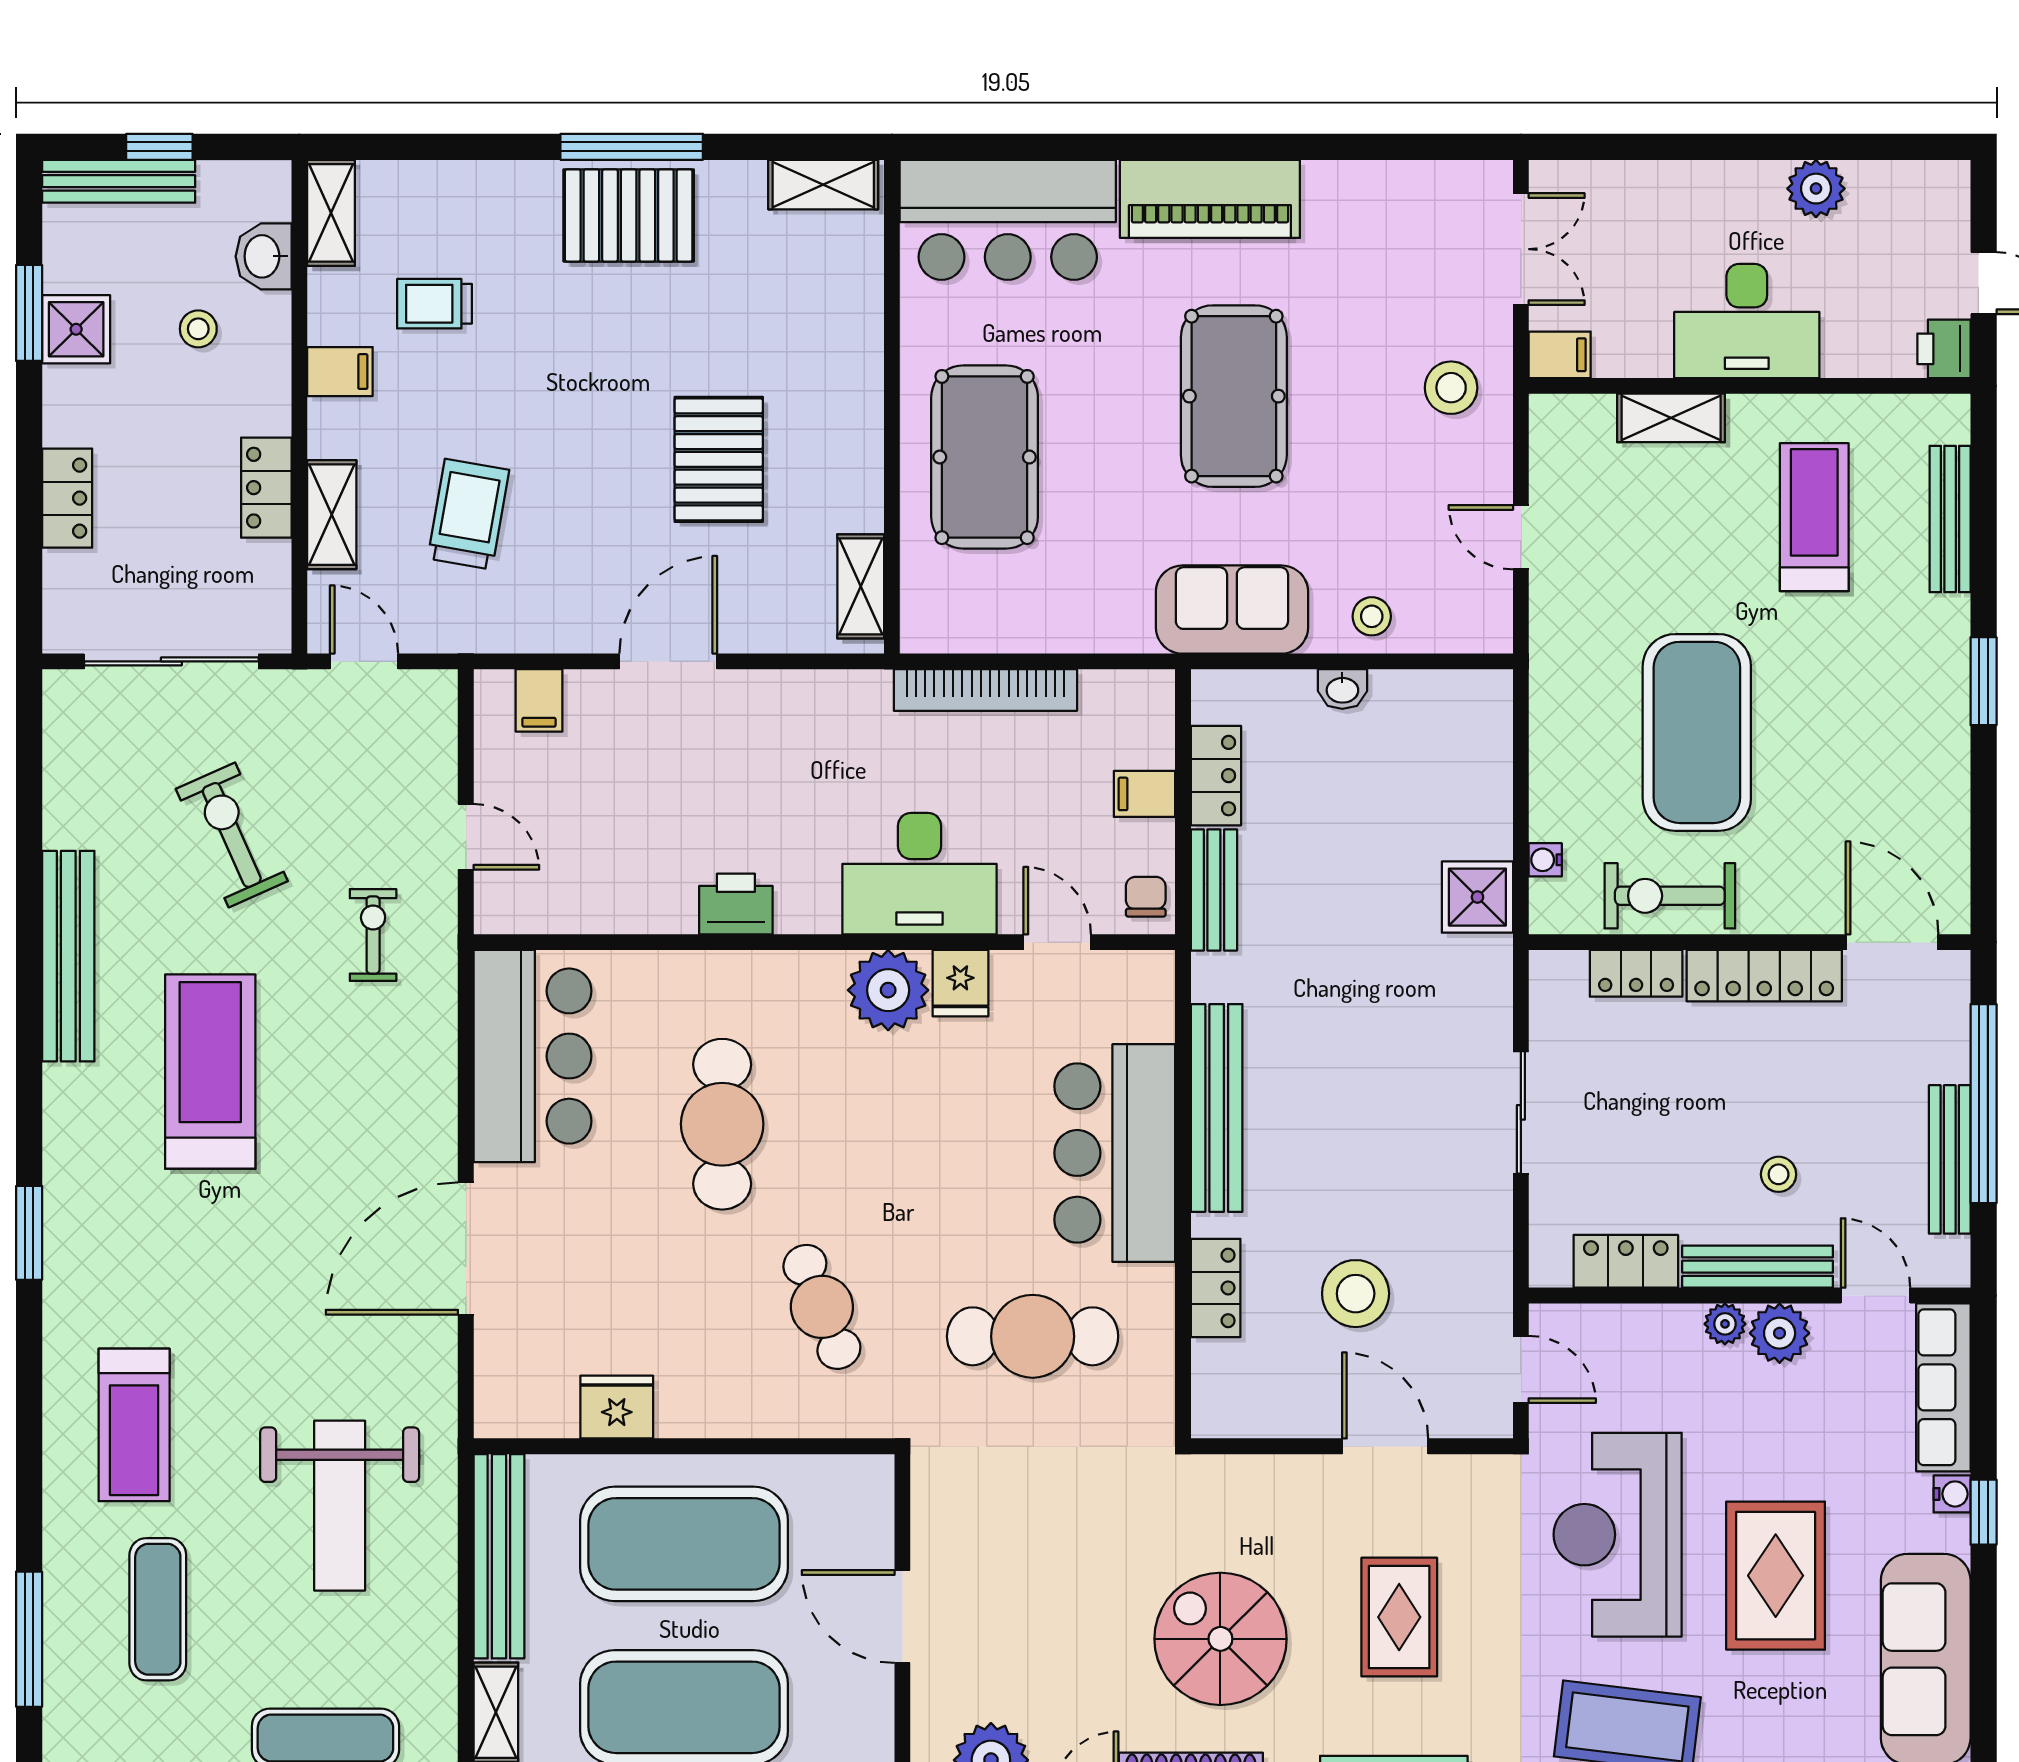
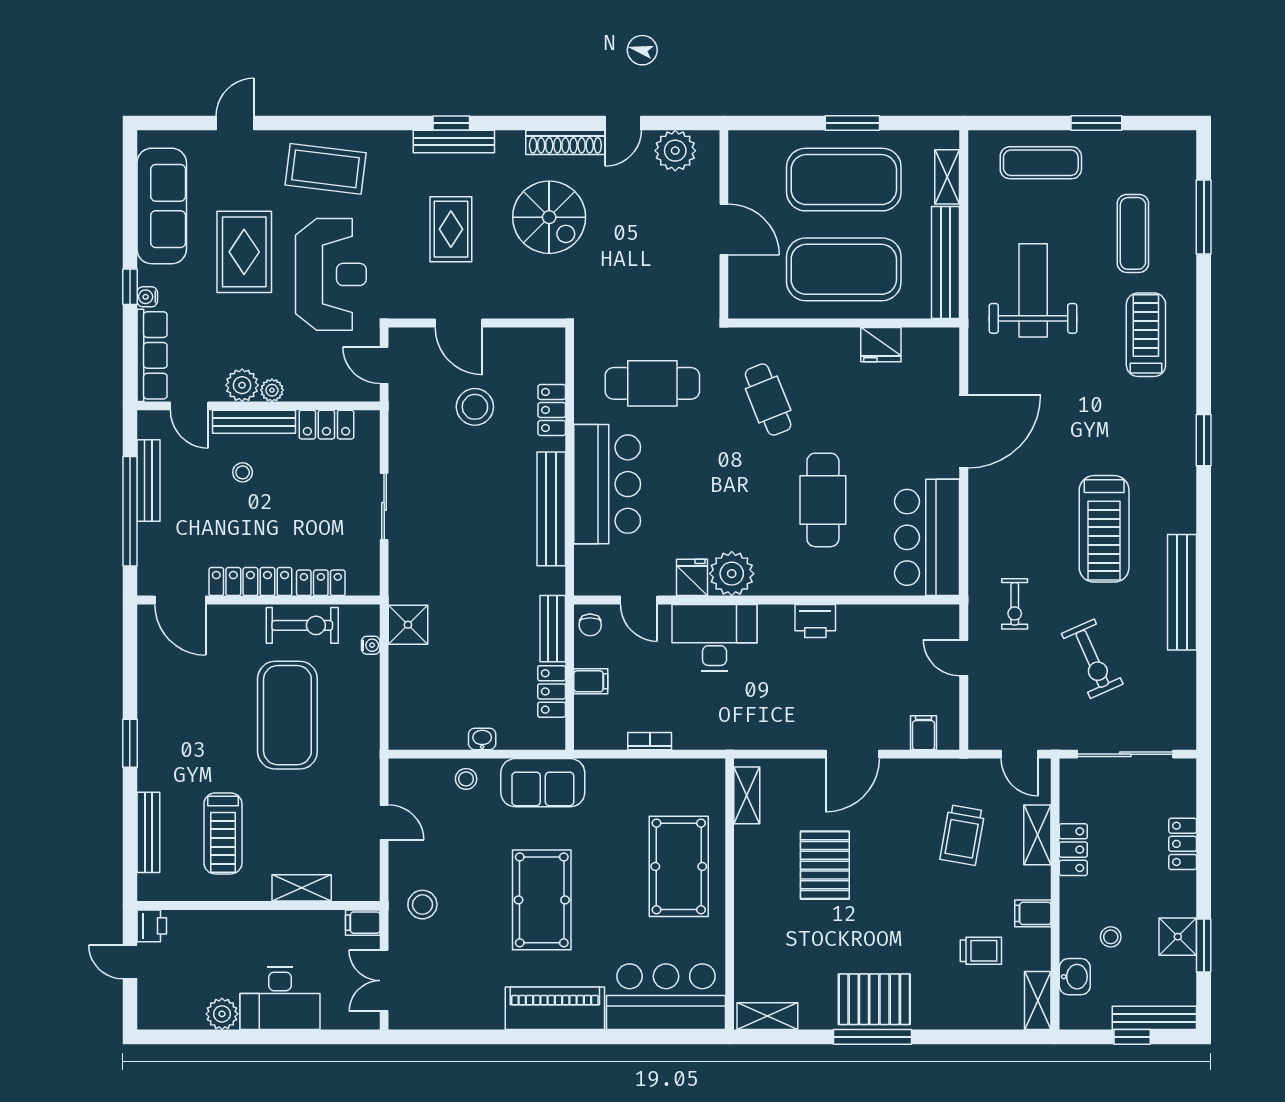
desk: (1747, 321) -> (280, 998), moved, turned 180
bookcase: (985, 690) -> (650, 741), width x0.43, depth x0.76

